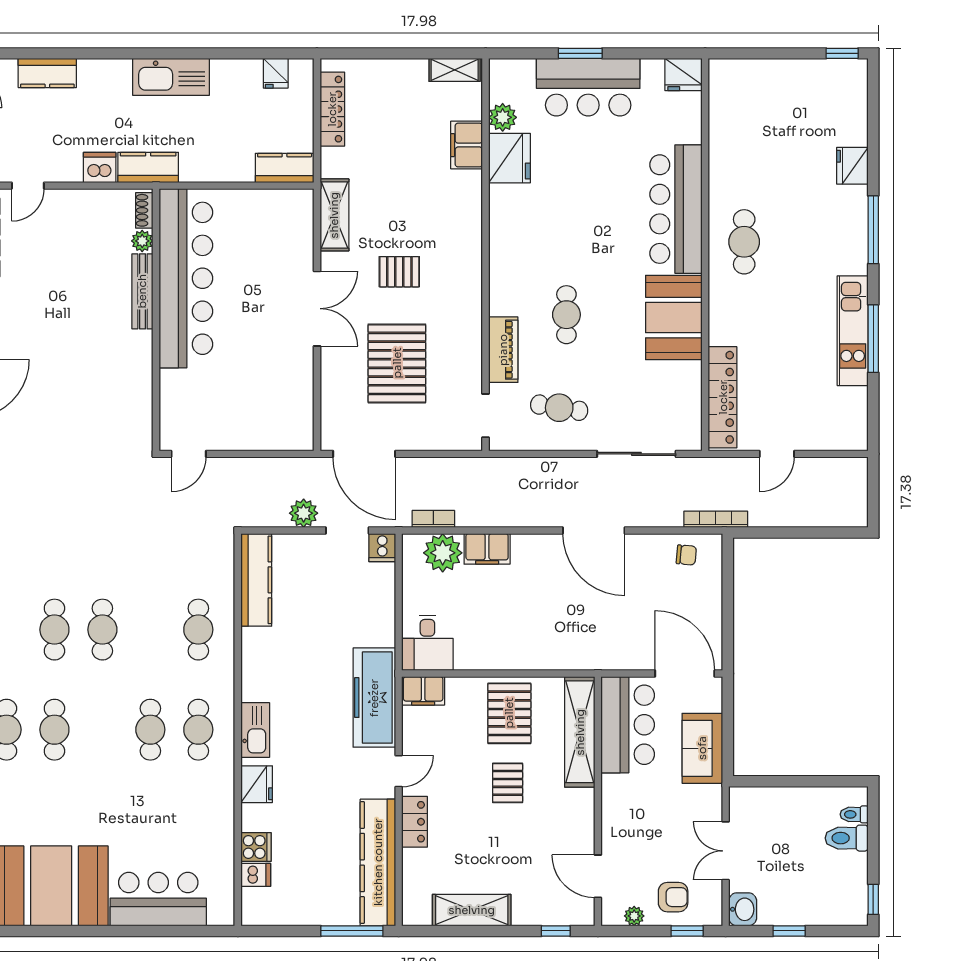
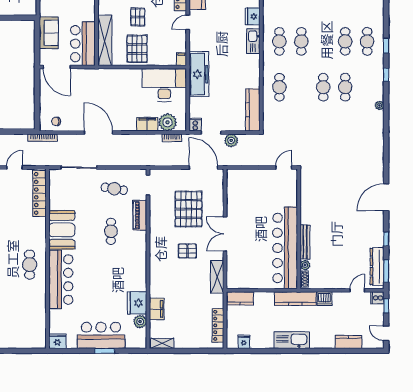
kitchen counter: (148, 167) -> (295, 299), width x1.50
desk: (427, 643) -> (164, 85), width x1.87, depth x1.30
filing cabinet: (423, 691) -> (181, 59), width x0.50
freezer: (374, 698) -> (199, 74), moved

